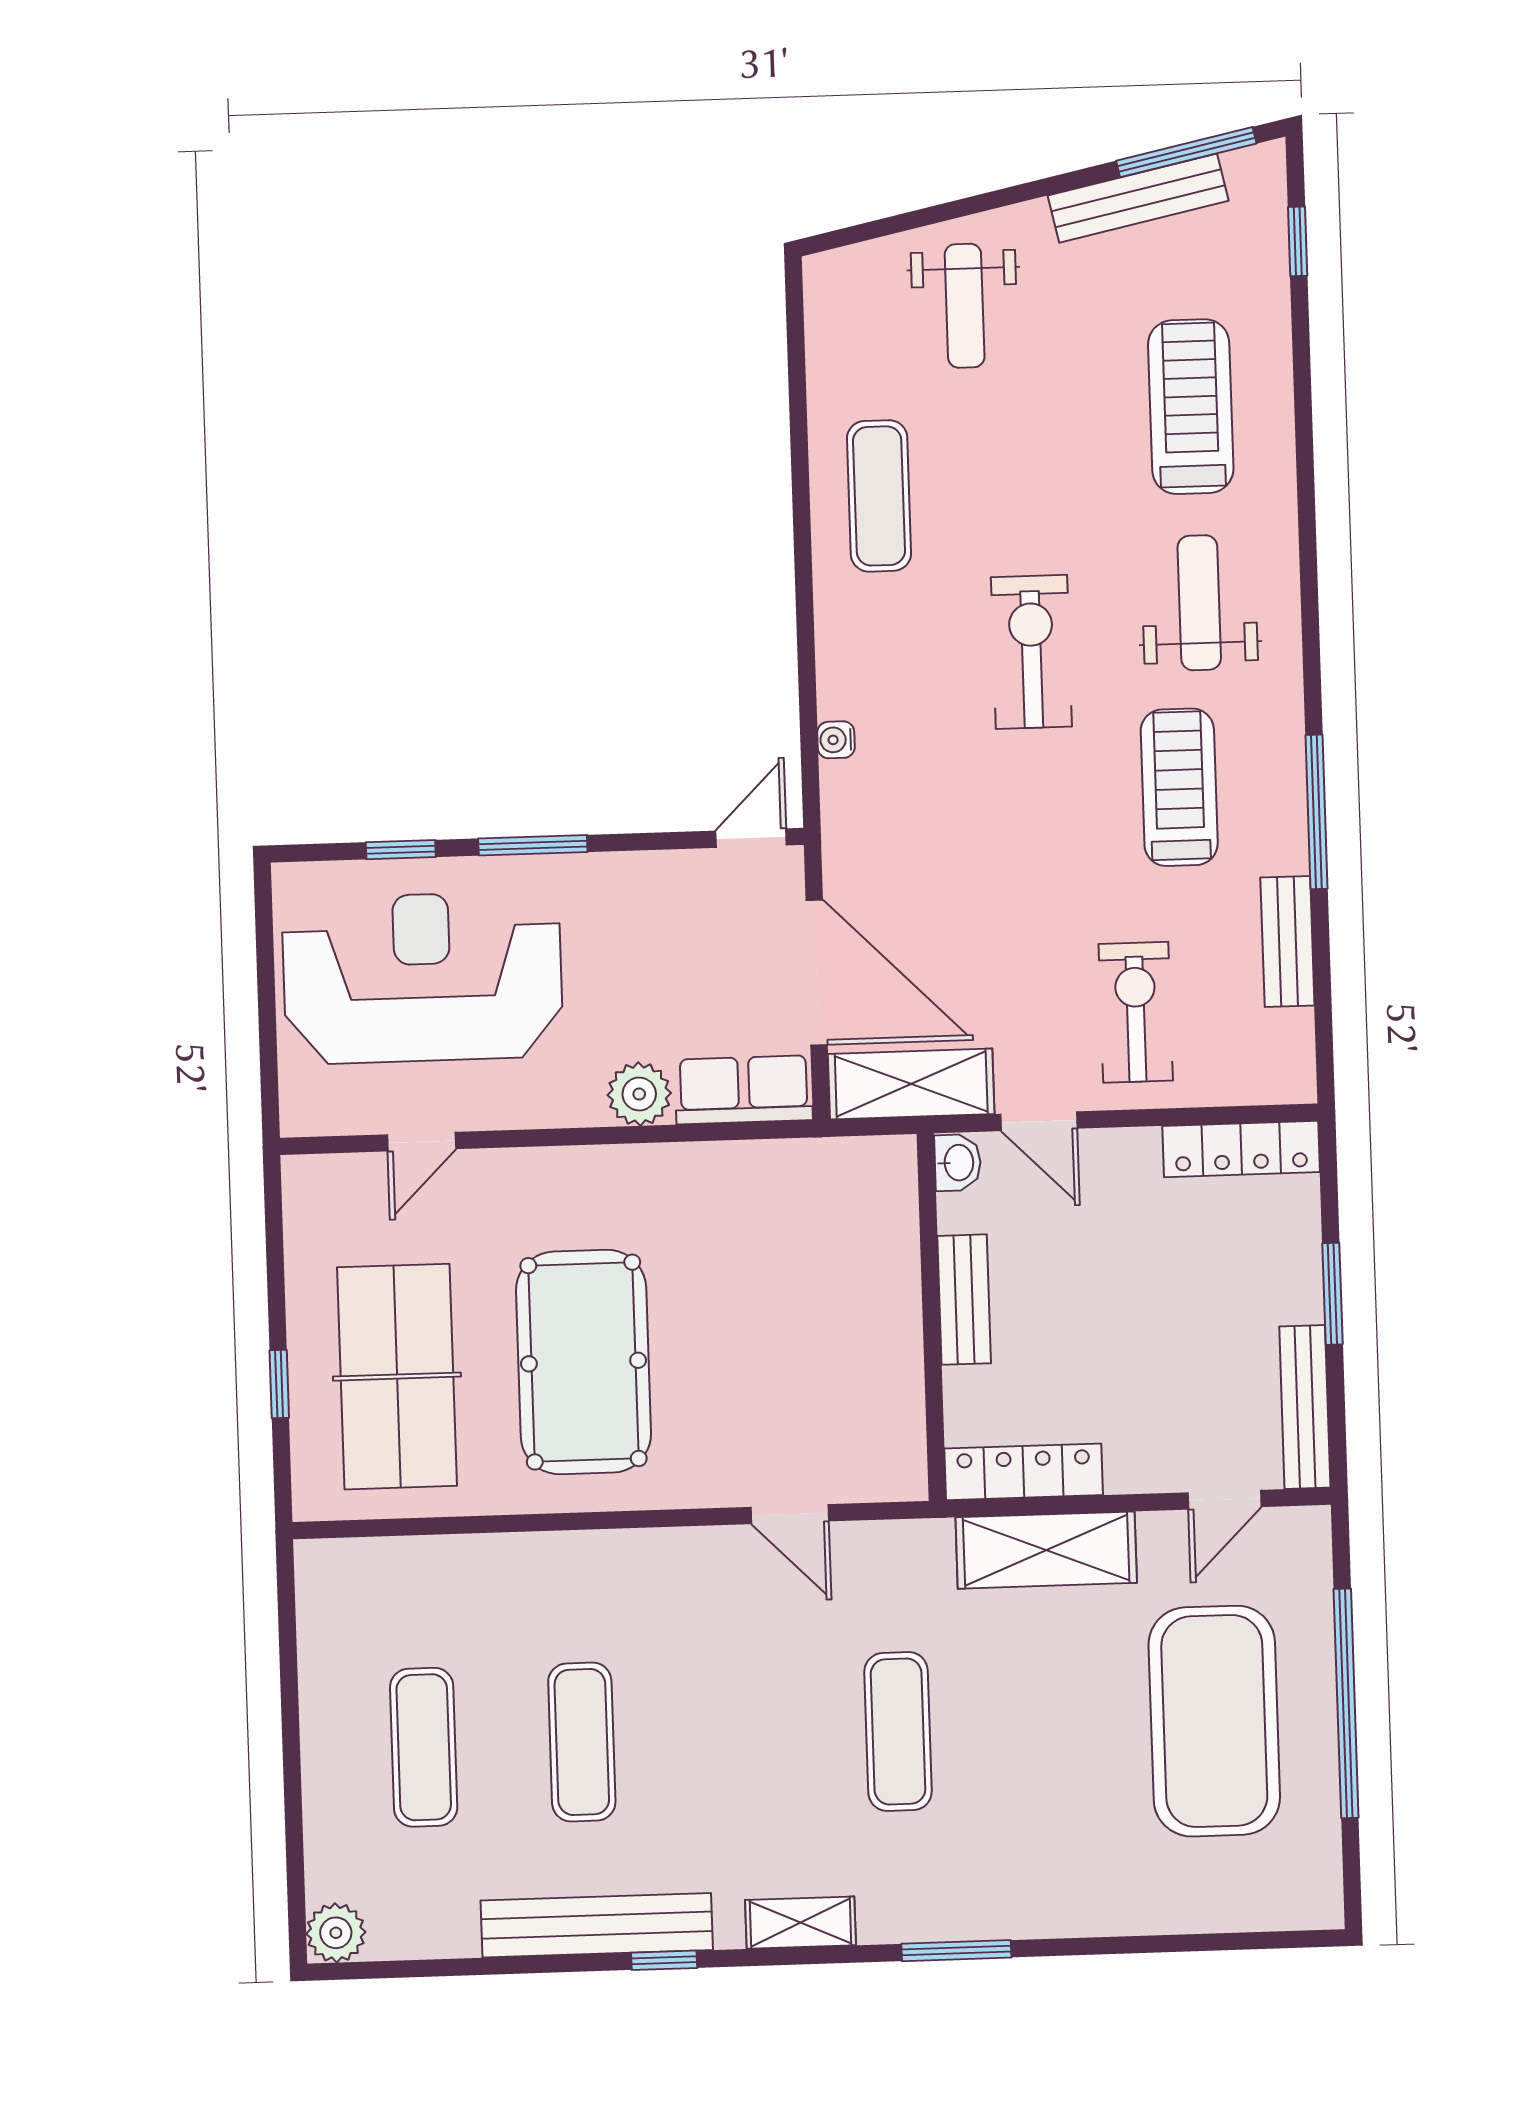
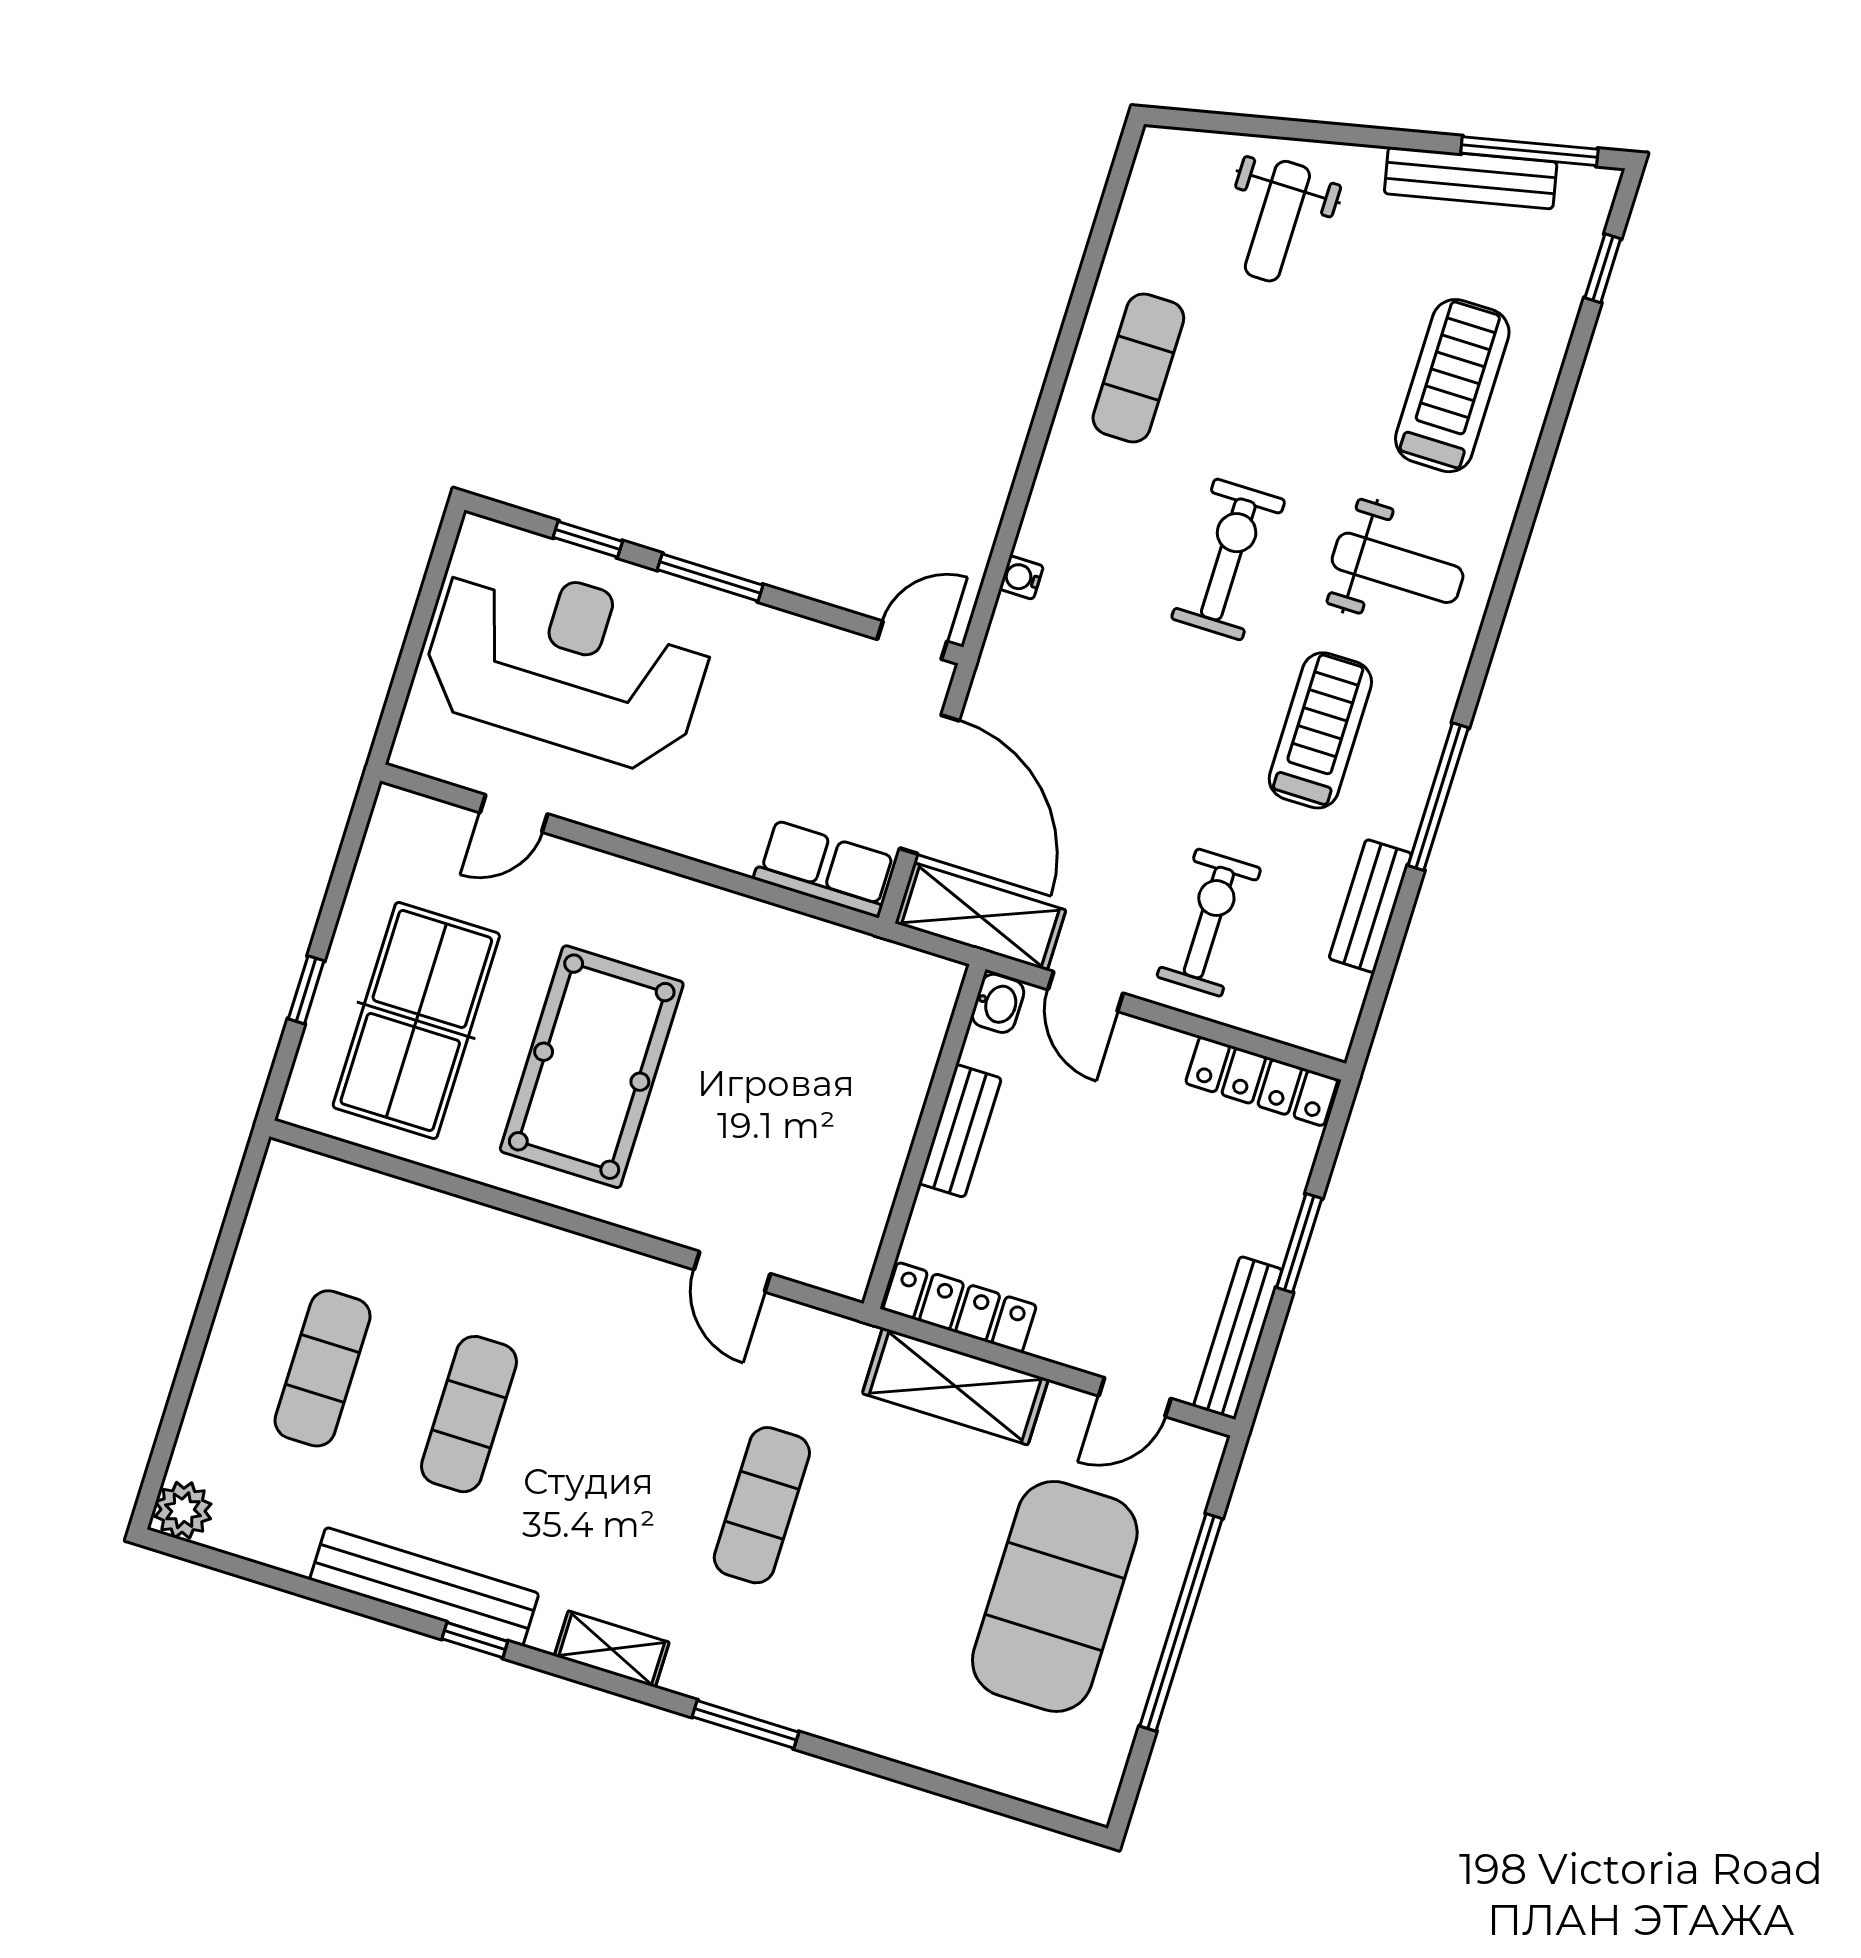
weight bench: (1199, 603) -> (1398, 568), turned 90
plant: (639, 1094) -> (728, 839), removed

